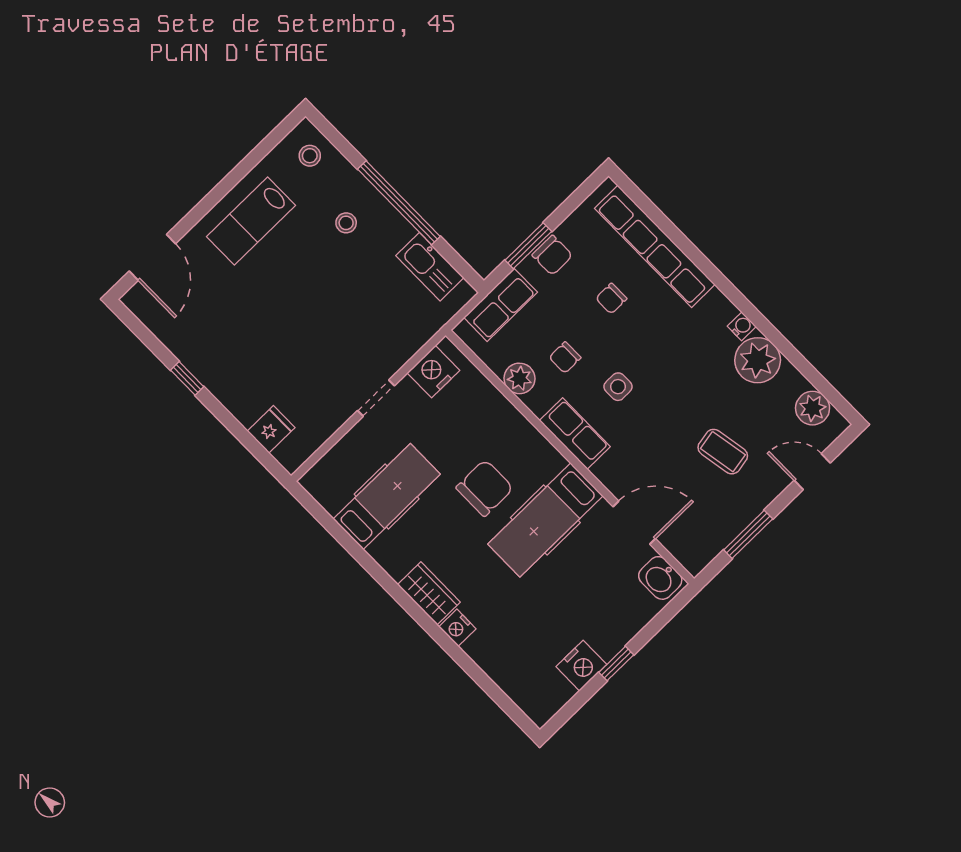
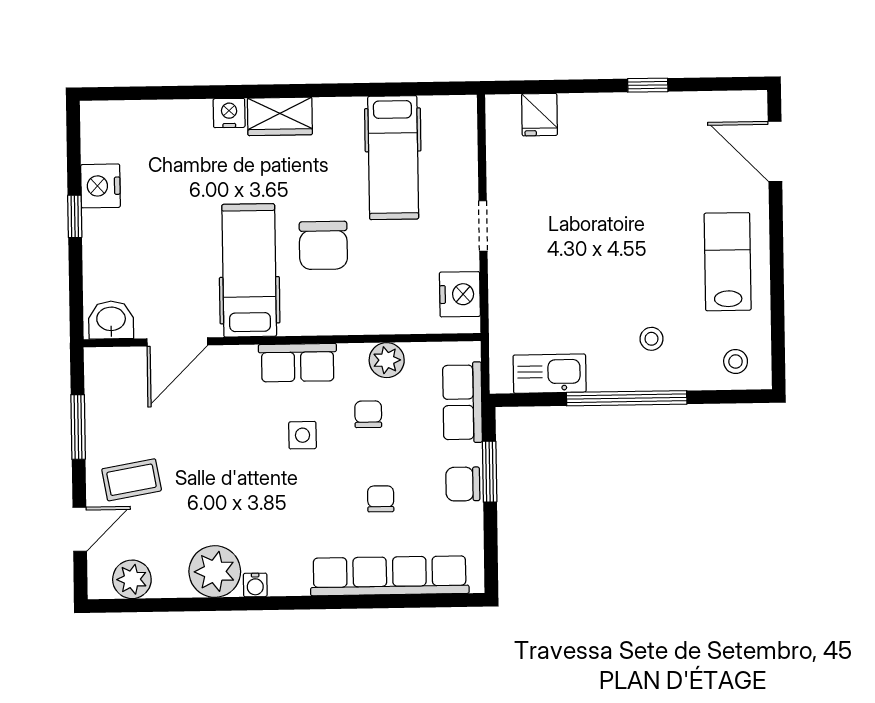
coffee table: (723, 452) -> (132, 480), moved

